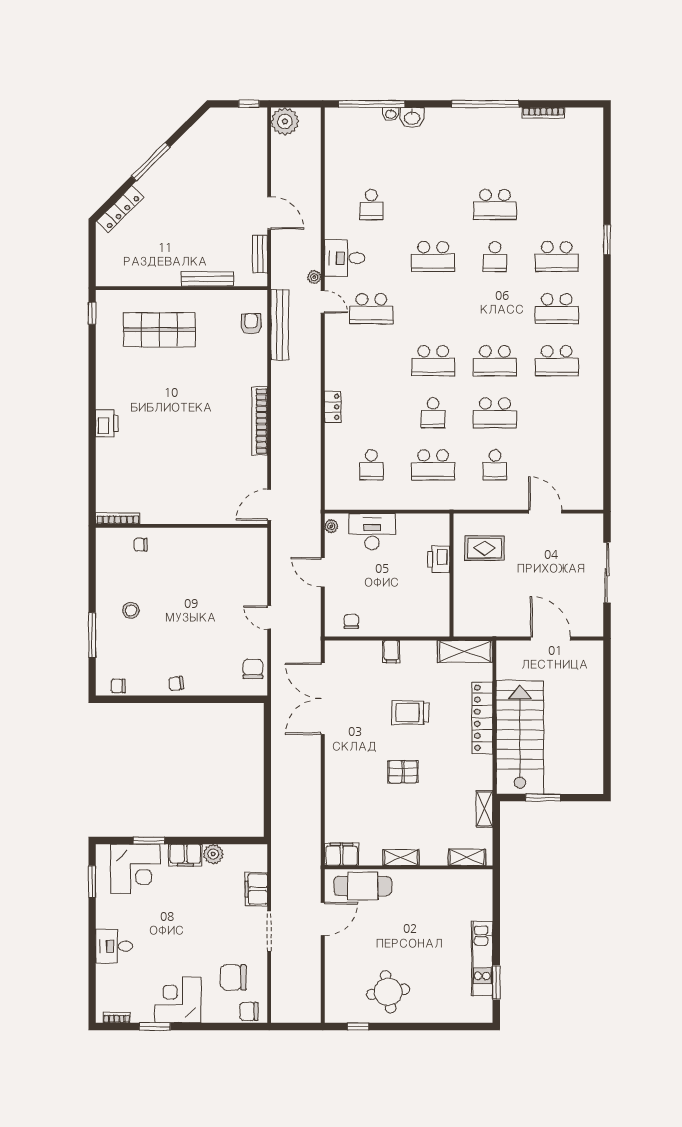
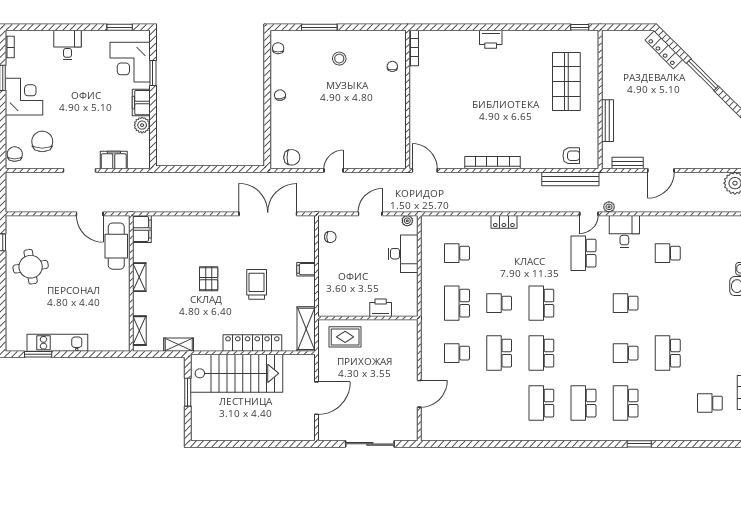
school desk: (557, 152) -> (710, 403), added
school desk: (433, 257) -> (626, 303), width x0.54
rug: (485, 548) -> (345, 337), moved, turned 90

